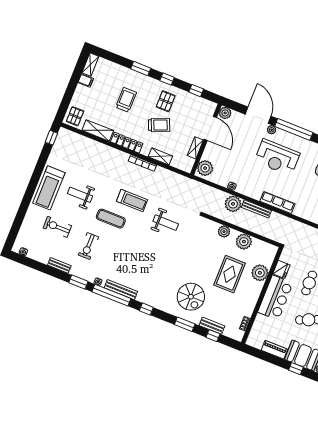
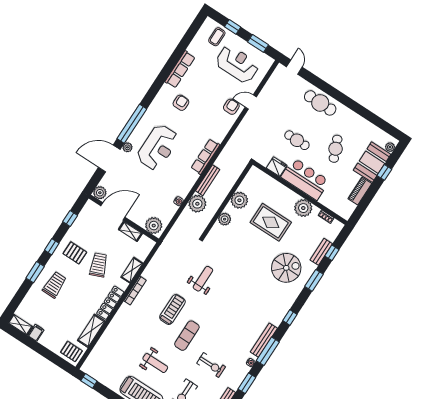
trolley: (126, 100) -> (55, 285), moved, turned 90
weight bench: (80, 195) -> (155, 363), turned -90
plant: (260, 273) -> (303, 208), moved
window: (111, 295) -> (268, 351), width x0.68

